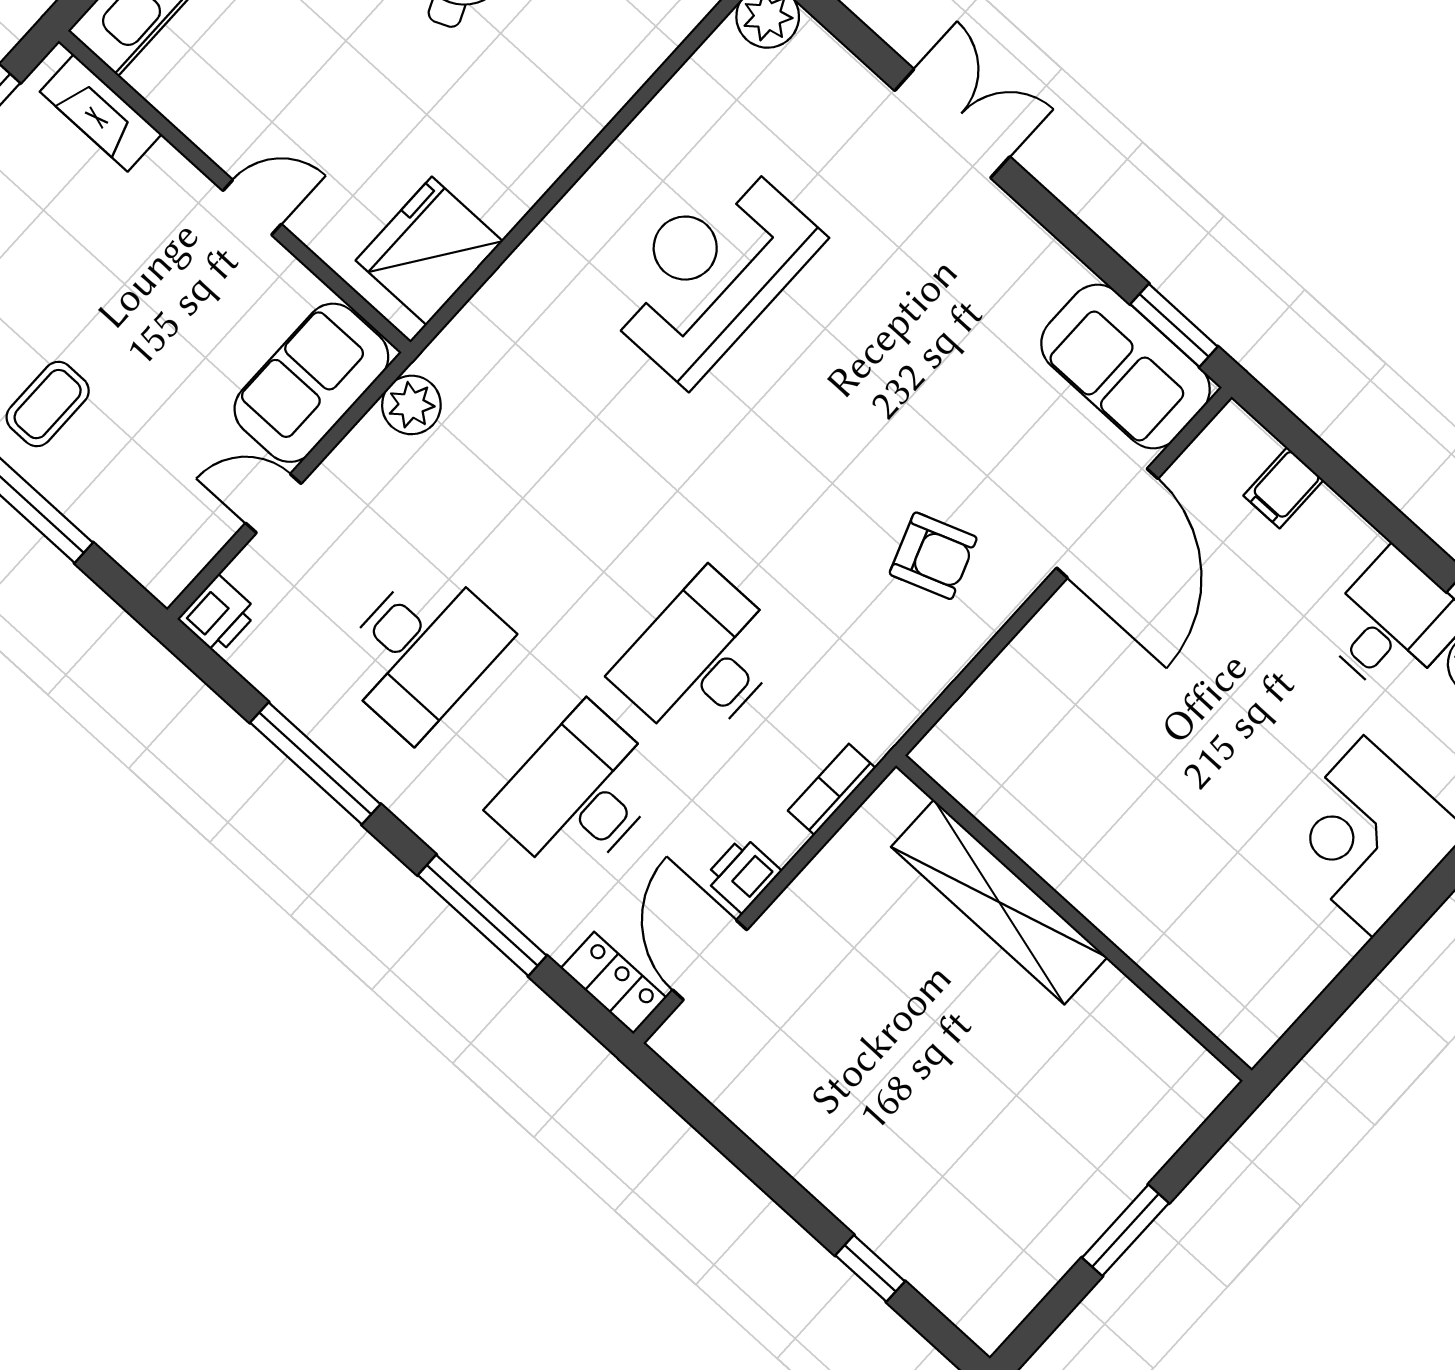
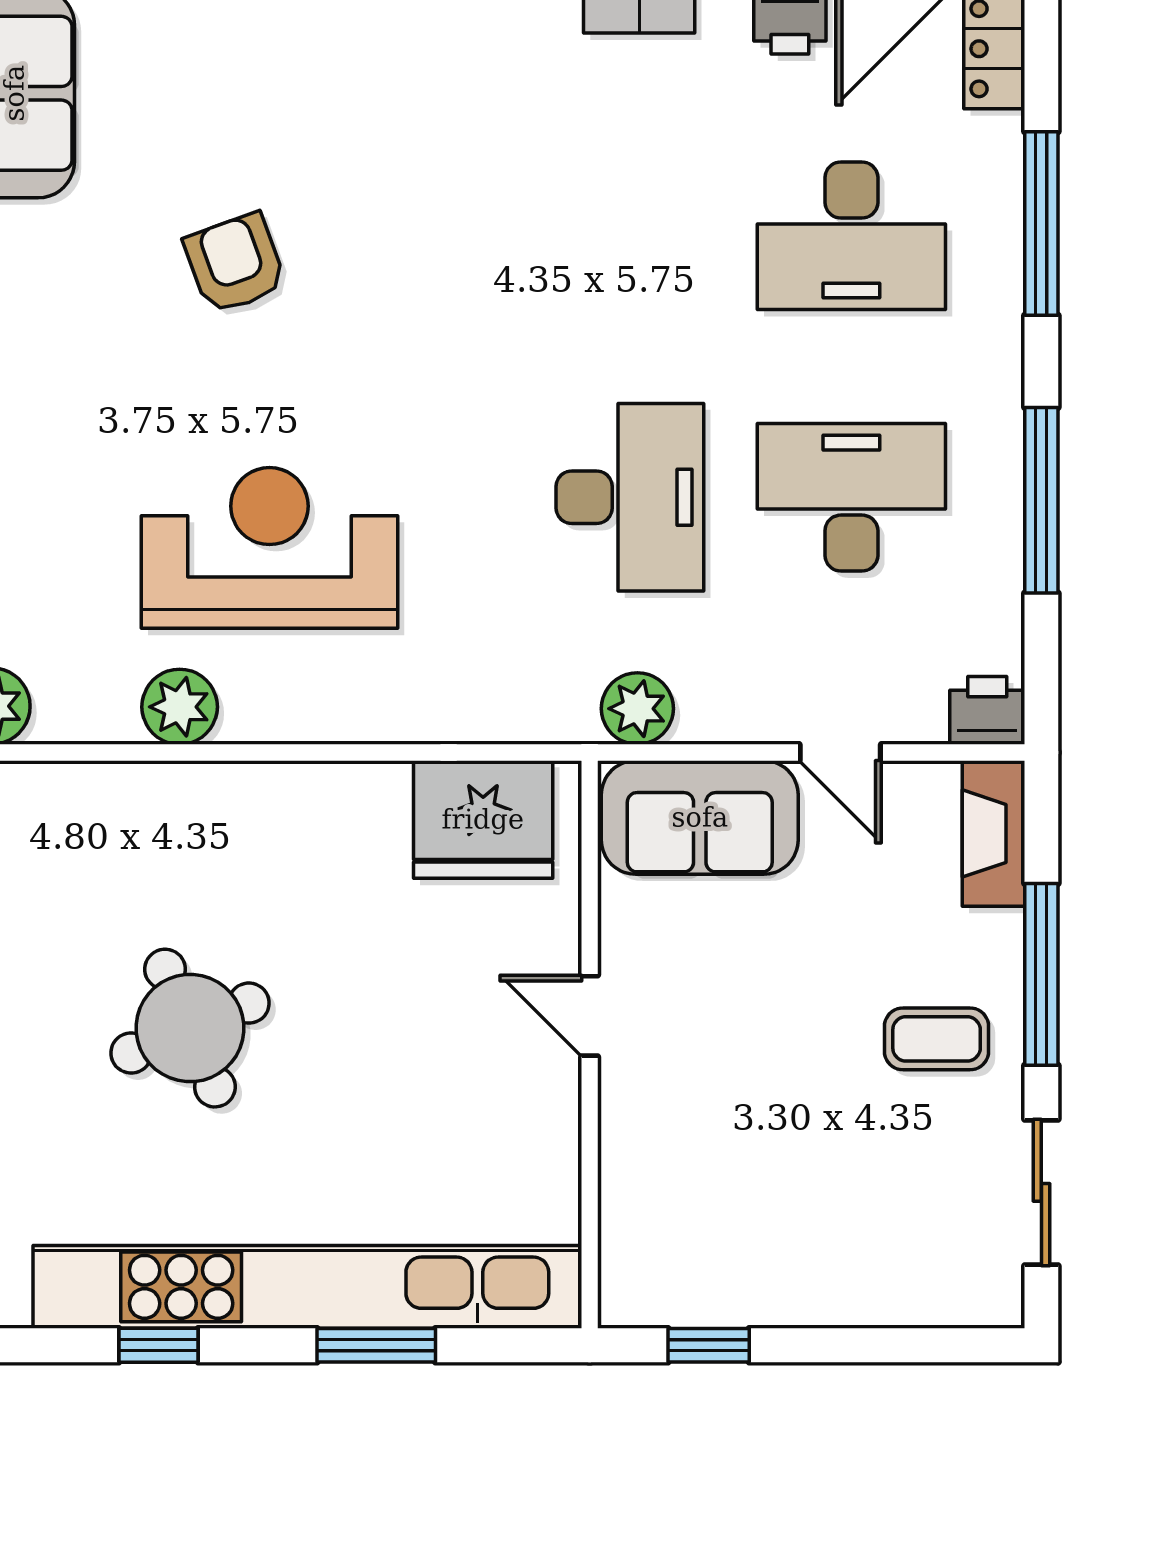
fireplace: (101, 113) -> (993, 833), moved, turned 180
plant: (664, 130) -> (180, 707), added
reception desk: (710, 271) -> (269, 548), turned 180
armchair: (933, 556) -> (235, 263), moved
desk: (701, 660) -> (630, 497), moved, turned -90

